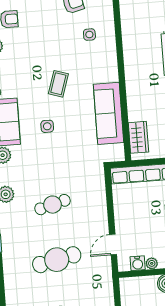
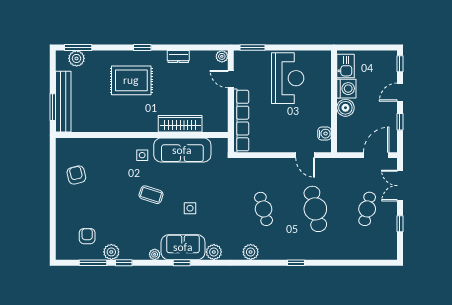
side table: (89, 35) -> (142, 155), moved
wardrobe: (138, 137) -> (180, 124), moved, width x1.50
plant: (152, 263) -> (326, 120), removed

